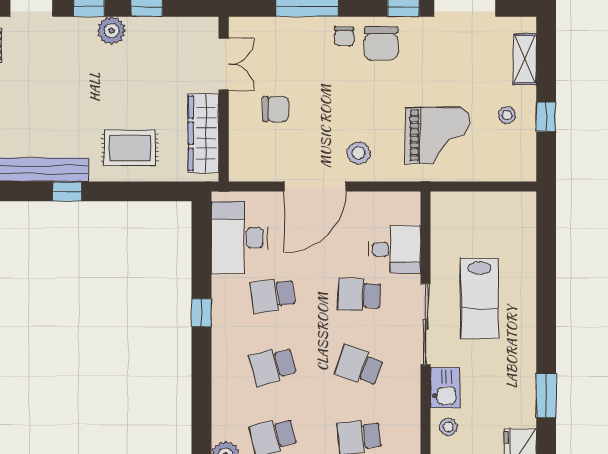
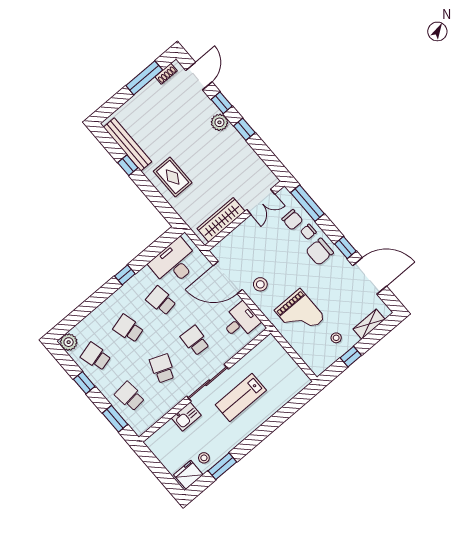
double door: (224, 64) -> (261, 202), moved
wall: (224, 99) -> (245, 216), moved
chair: (276, 109) -> (292, 220), moved
wardrobe: (204, 133) -> (221, 220), moved
desk: (395, 249) -> (240, 321), moved, turned -90
stool: (448, 427) -> (204, 458), moved

